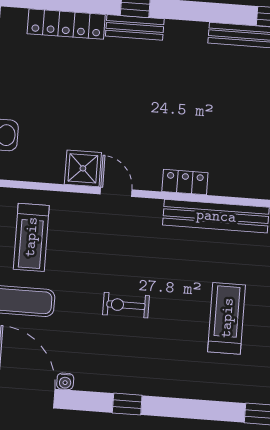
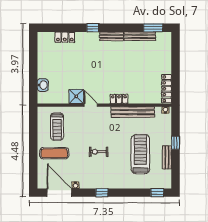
locker: (66, 24) -> (65, 37), width x0.66
bench: (135, 27) -> (111, 36), moved
treadmill: (227, 318) -> (140, 154), width x1.37, depth x1.38

